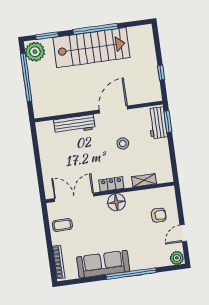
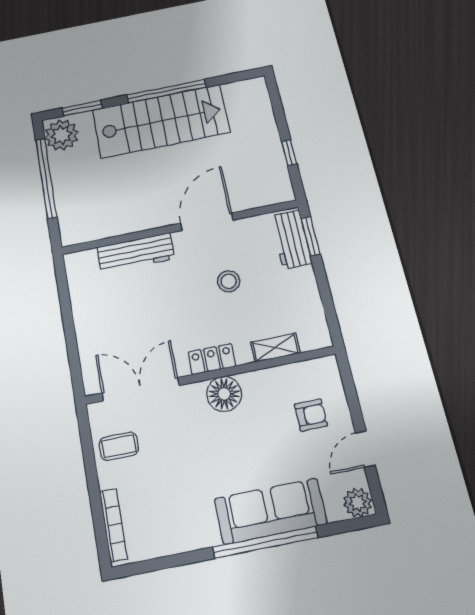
sofa: (103, 264) -> (270, 511), moved

